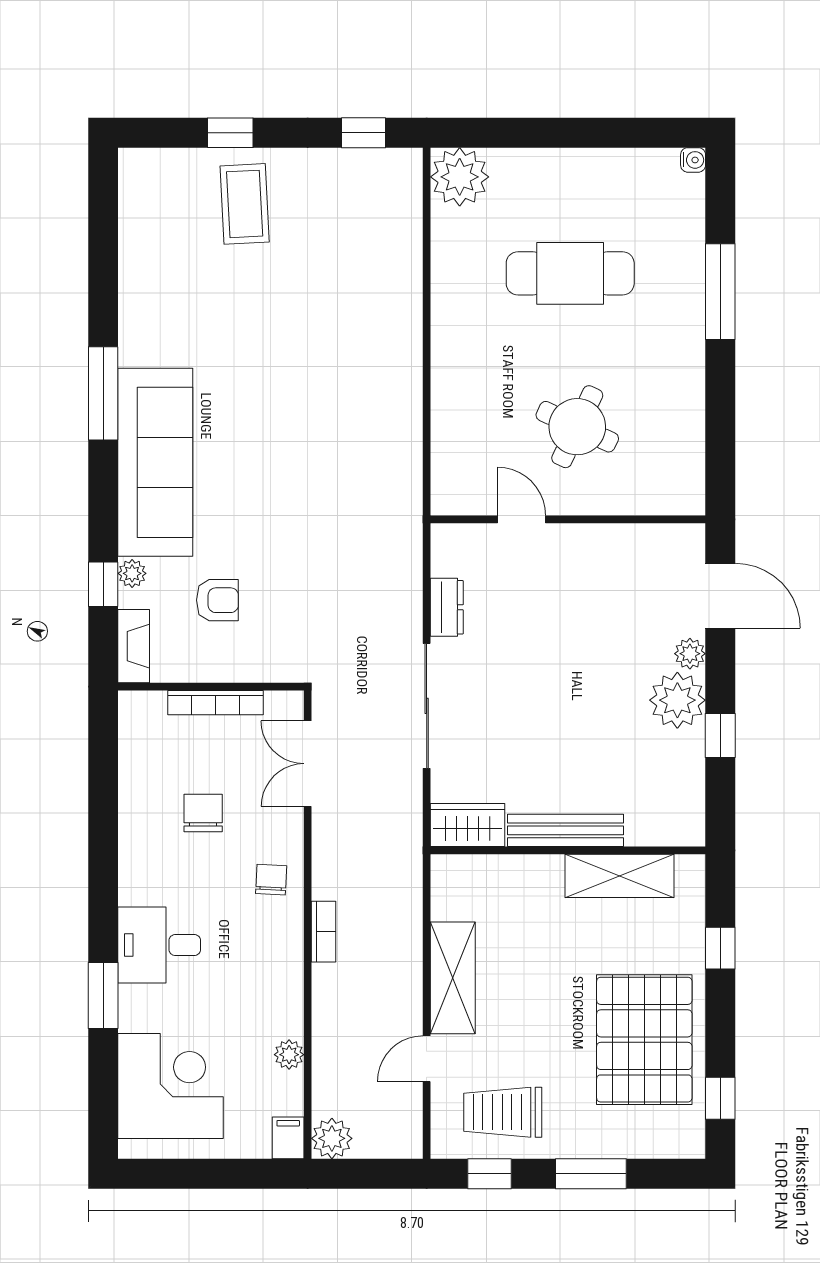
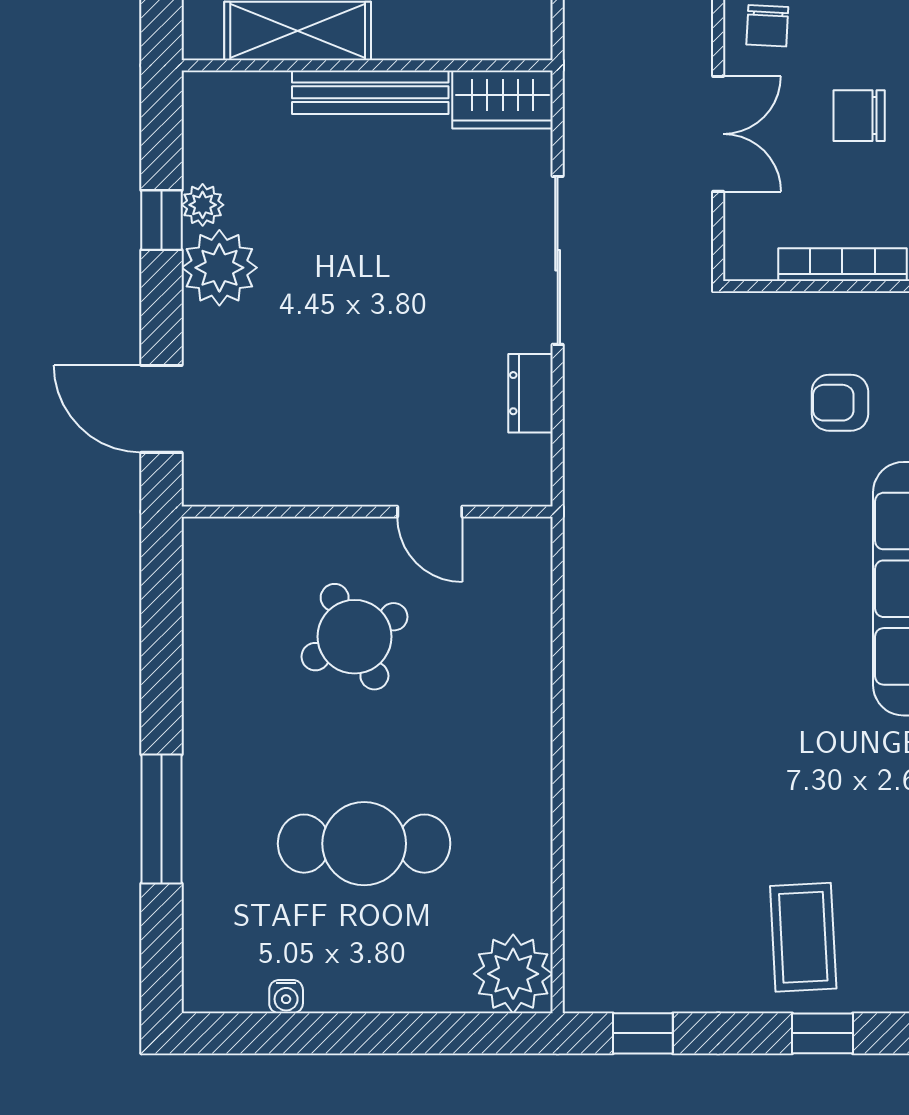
water cooler: (693, 160) -> (286, 997), moved, turned -90
round table: (577, 427) -> (355, 637), turned 38
plant: (690, 654) -> (203, 205), moved
double door: (308, 764) -> (718, 134), moved
chair: (203, 813) -> (859, 116), turned 90

